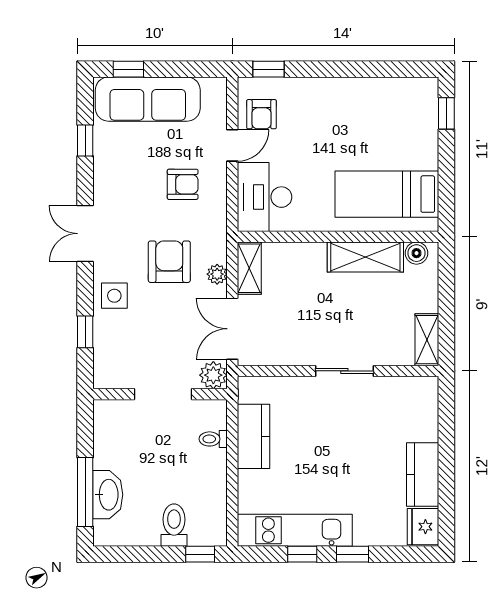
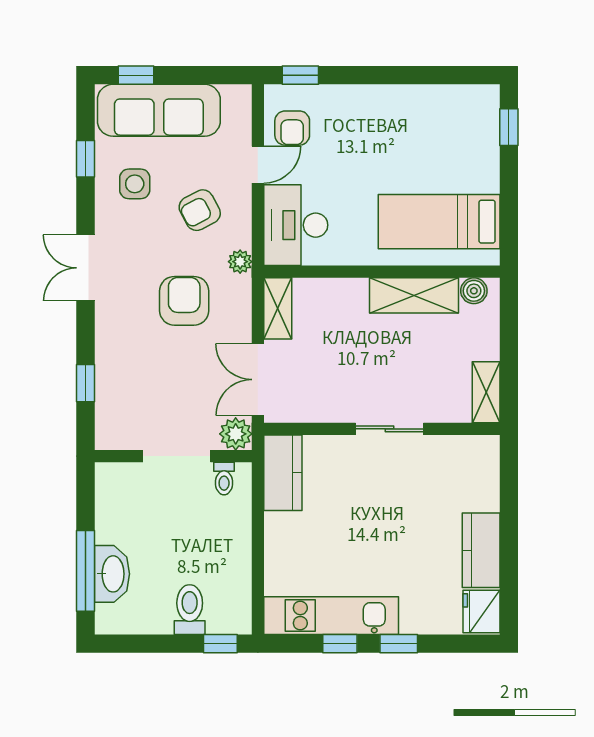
armchair: (183, 184) -> (200, 210), turned 152
plant: (217, 274) -> (240, 262), moved
side table: (114, 296) -> (135, 184), moved
kitchen counter: (254, 436) -> (283, 473), moved
toilet: (213, 439) -> (224, 479), moved, turned -90

